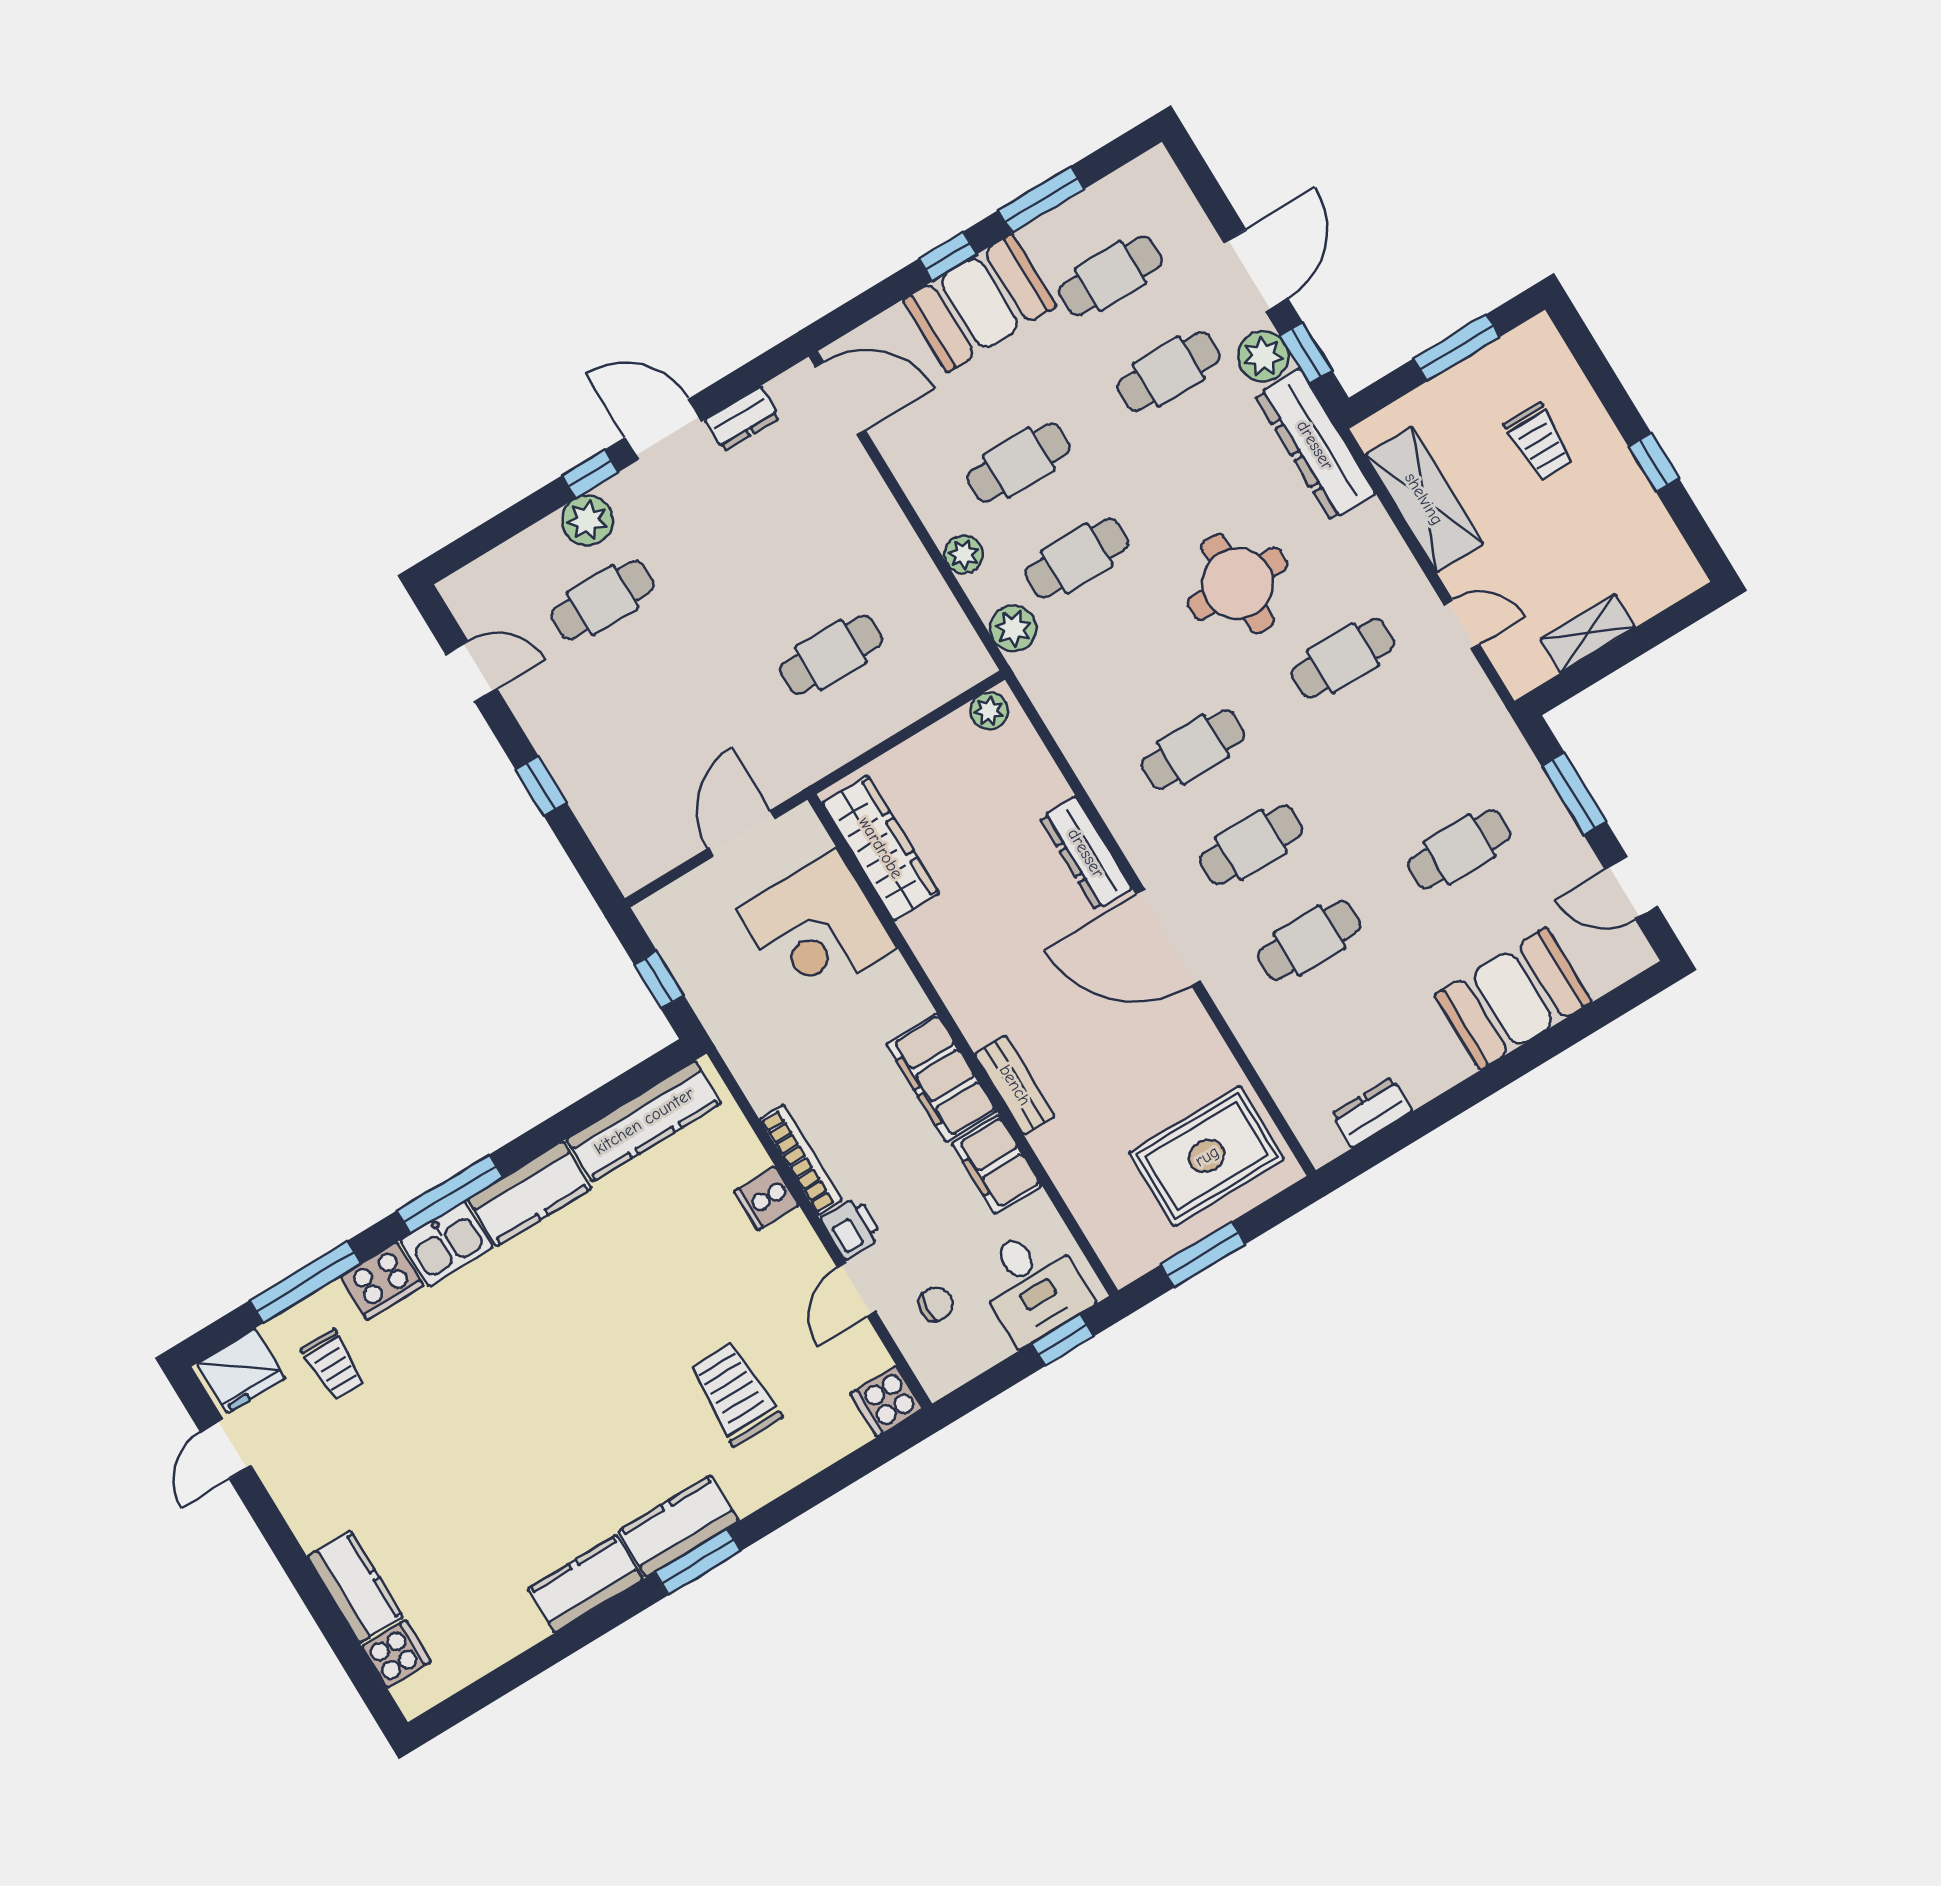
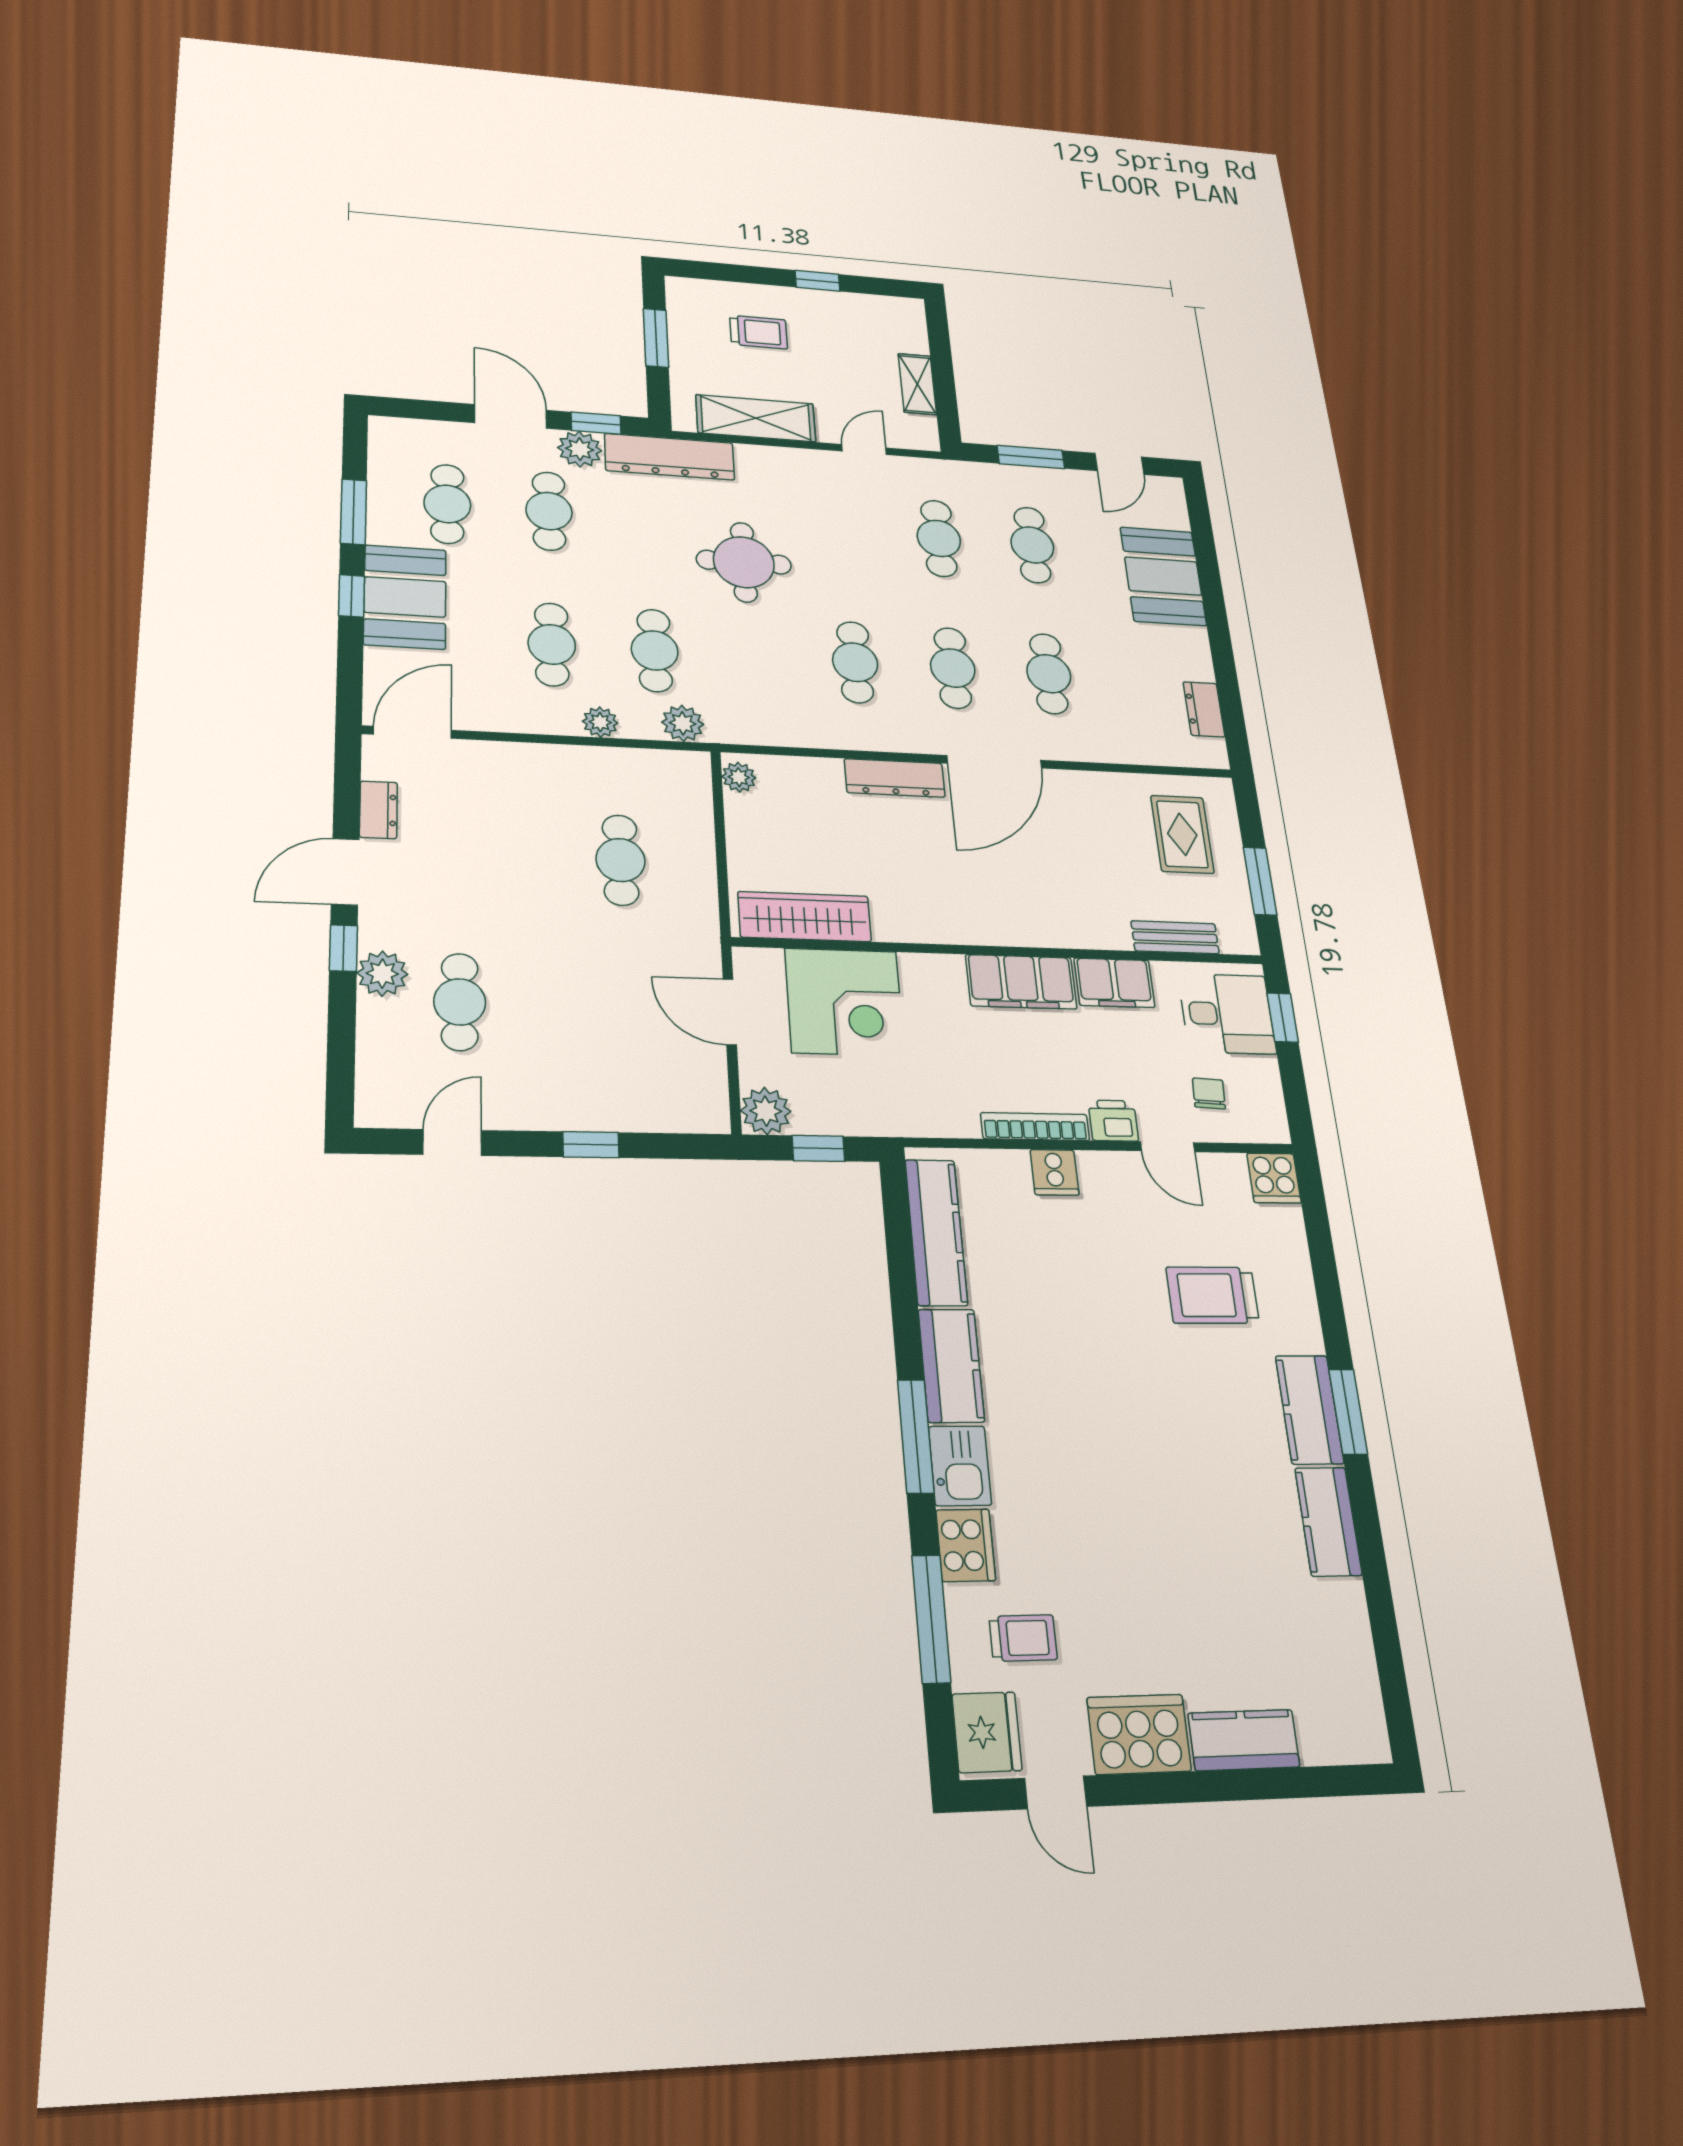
cafe table: (1343, 658) -> (939, 538), moved
plant: (666, 916) -> (766, 1111), added
bench: (1015, 1085) -> (1175, 937), moved
rug: (1207, 1156) -> (1182, 834), width x0.73, depth x0.70
cooker: (396, 1654) -> (1139, 1734), moved, width x1.87, depth x1.31

